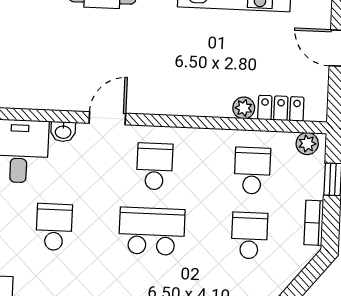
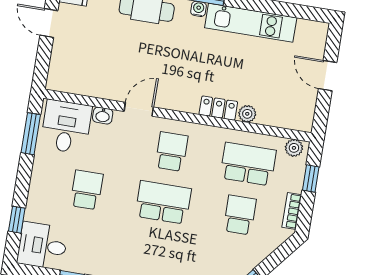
locker: (281, 108) -> (218, 108), moved
school desk: (252, 171) -> (248, 164), width x1.85

